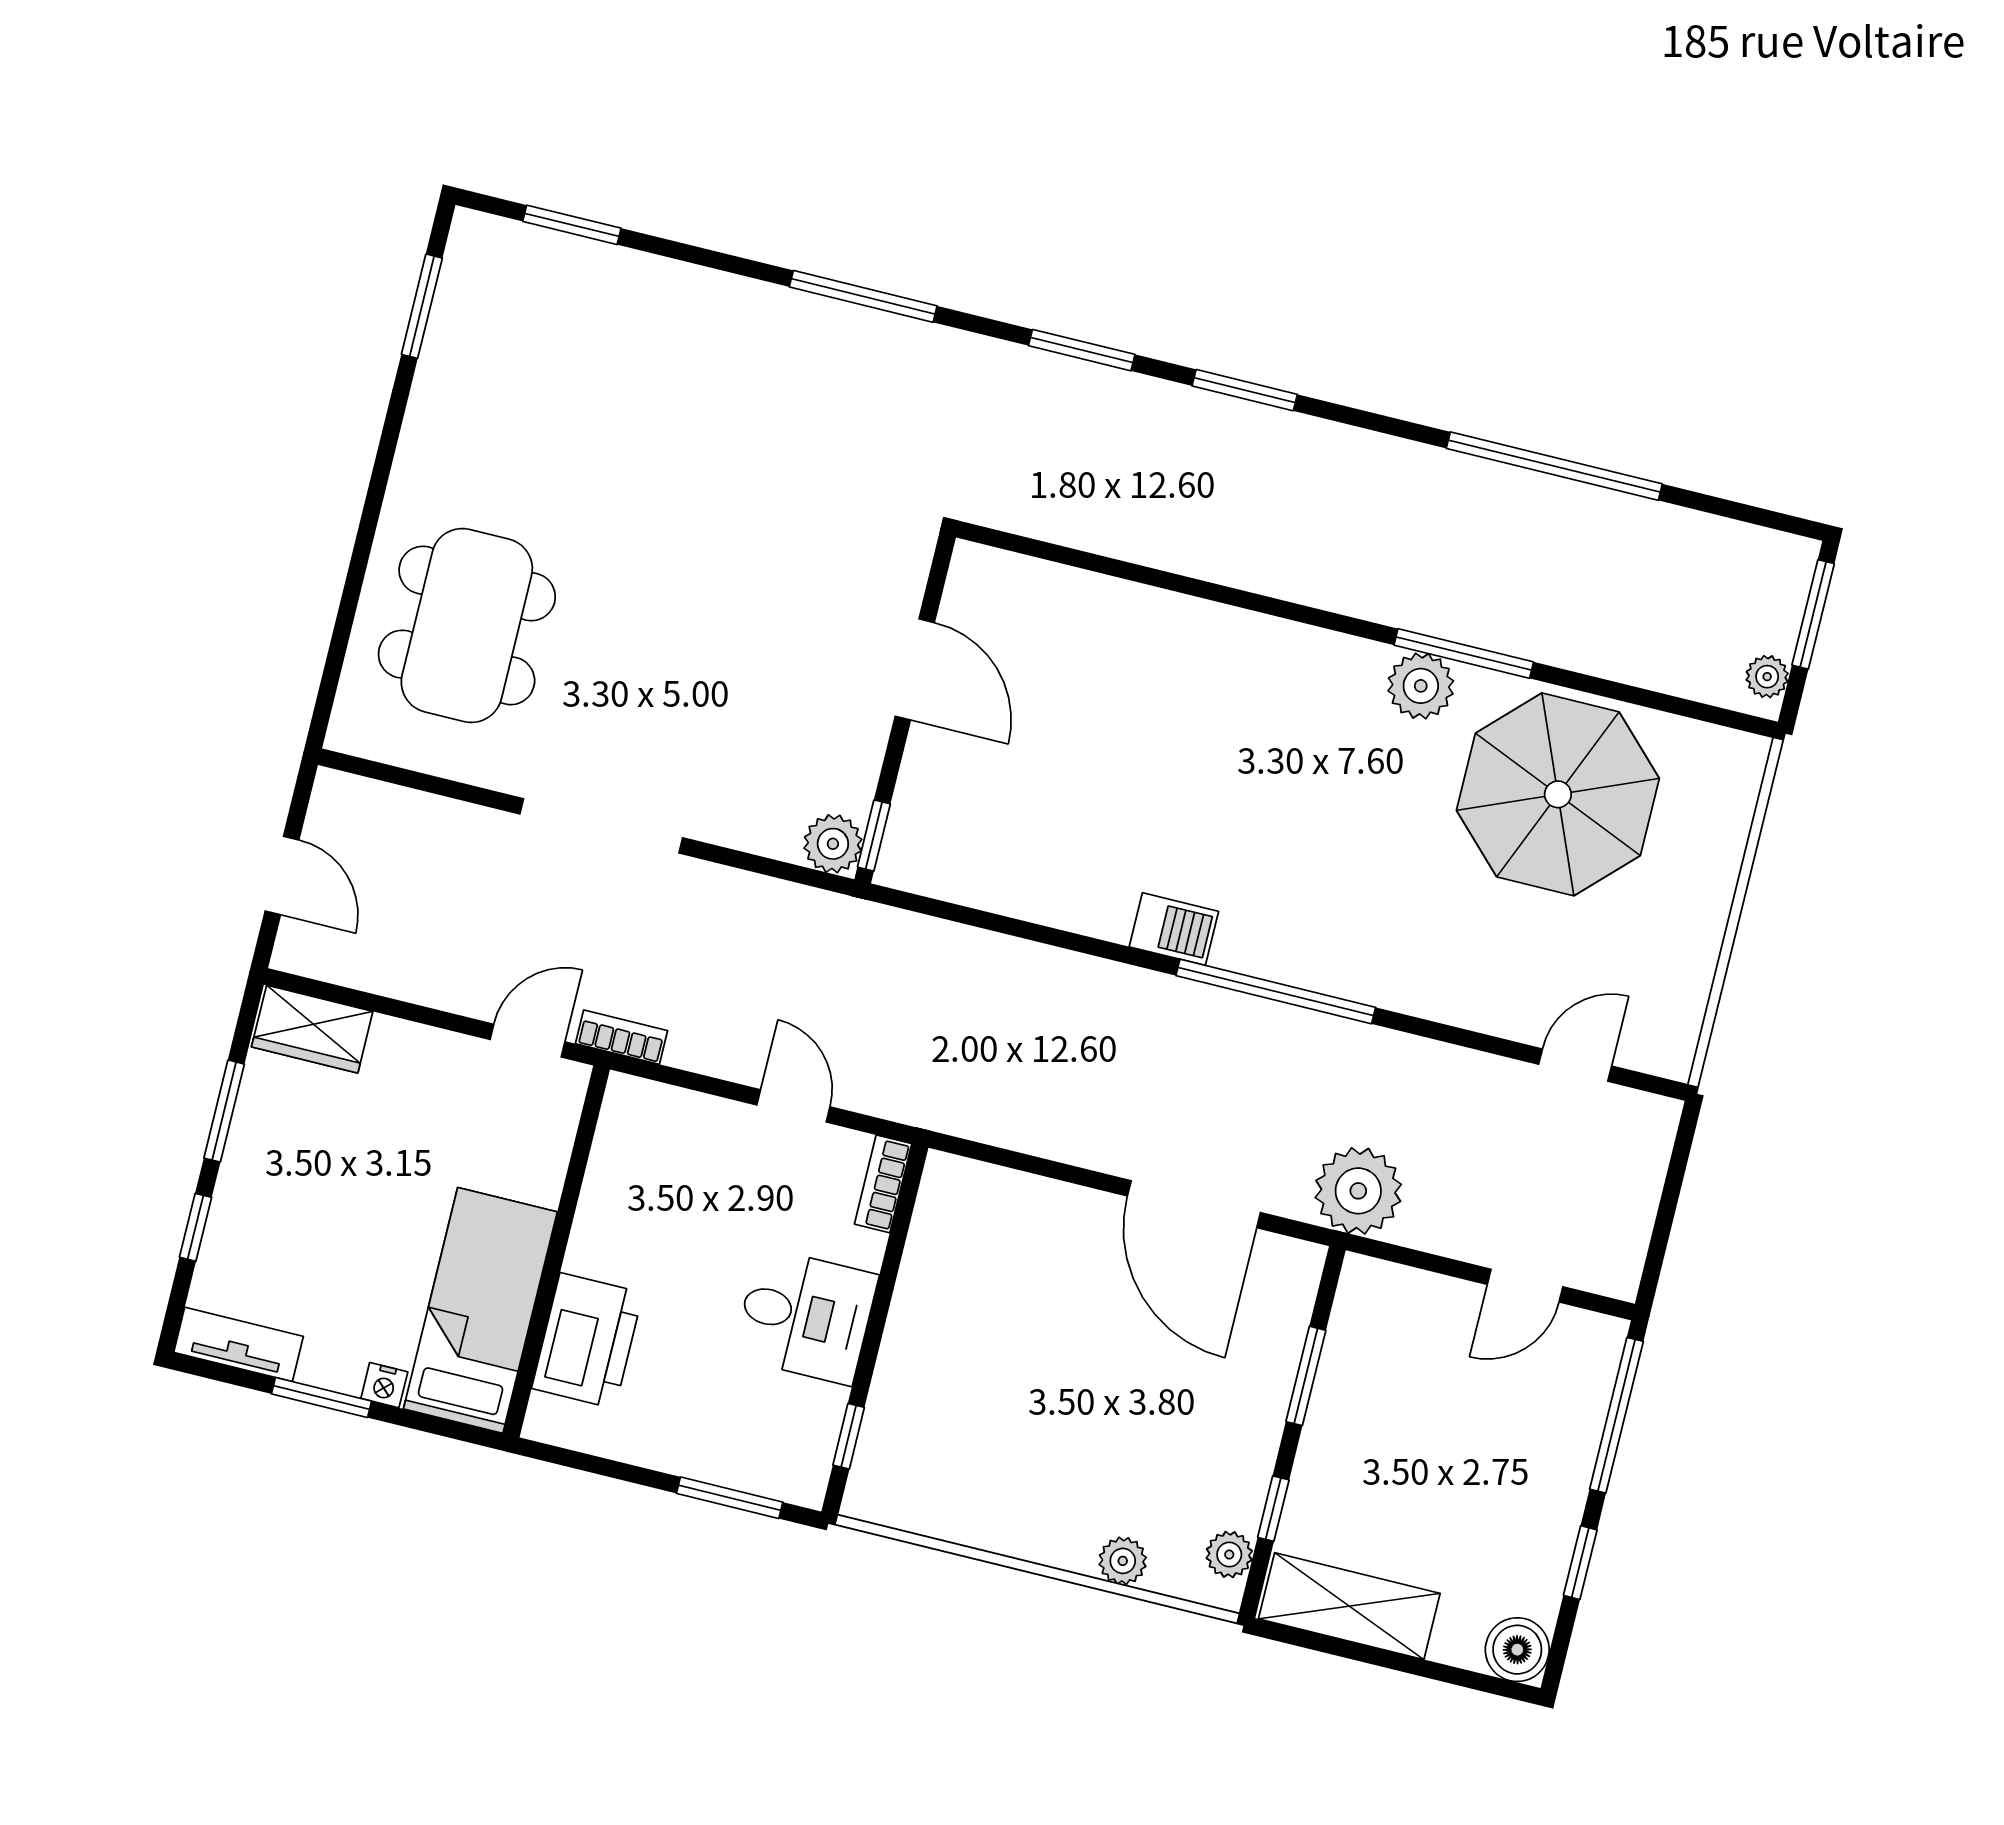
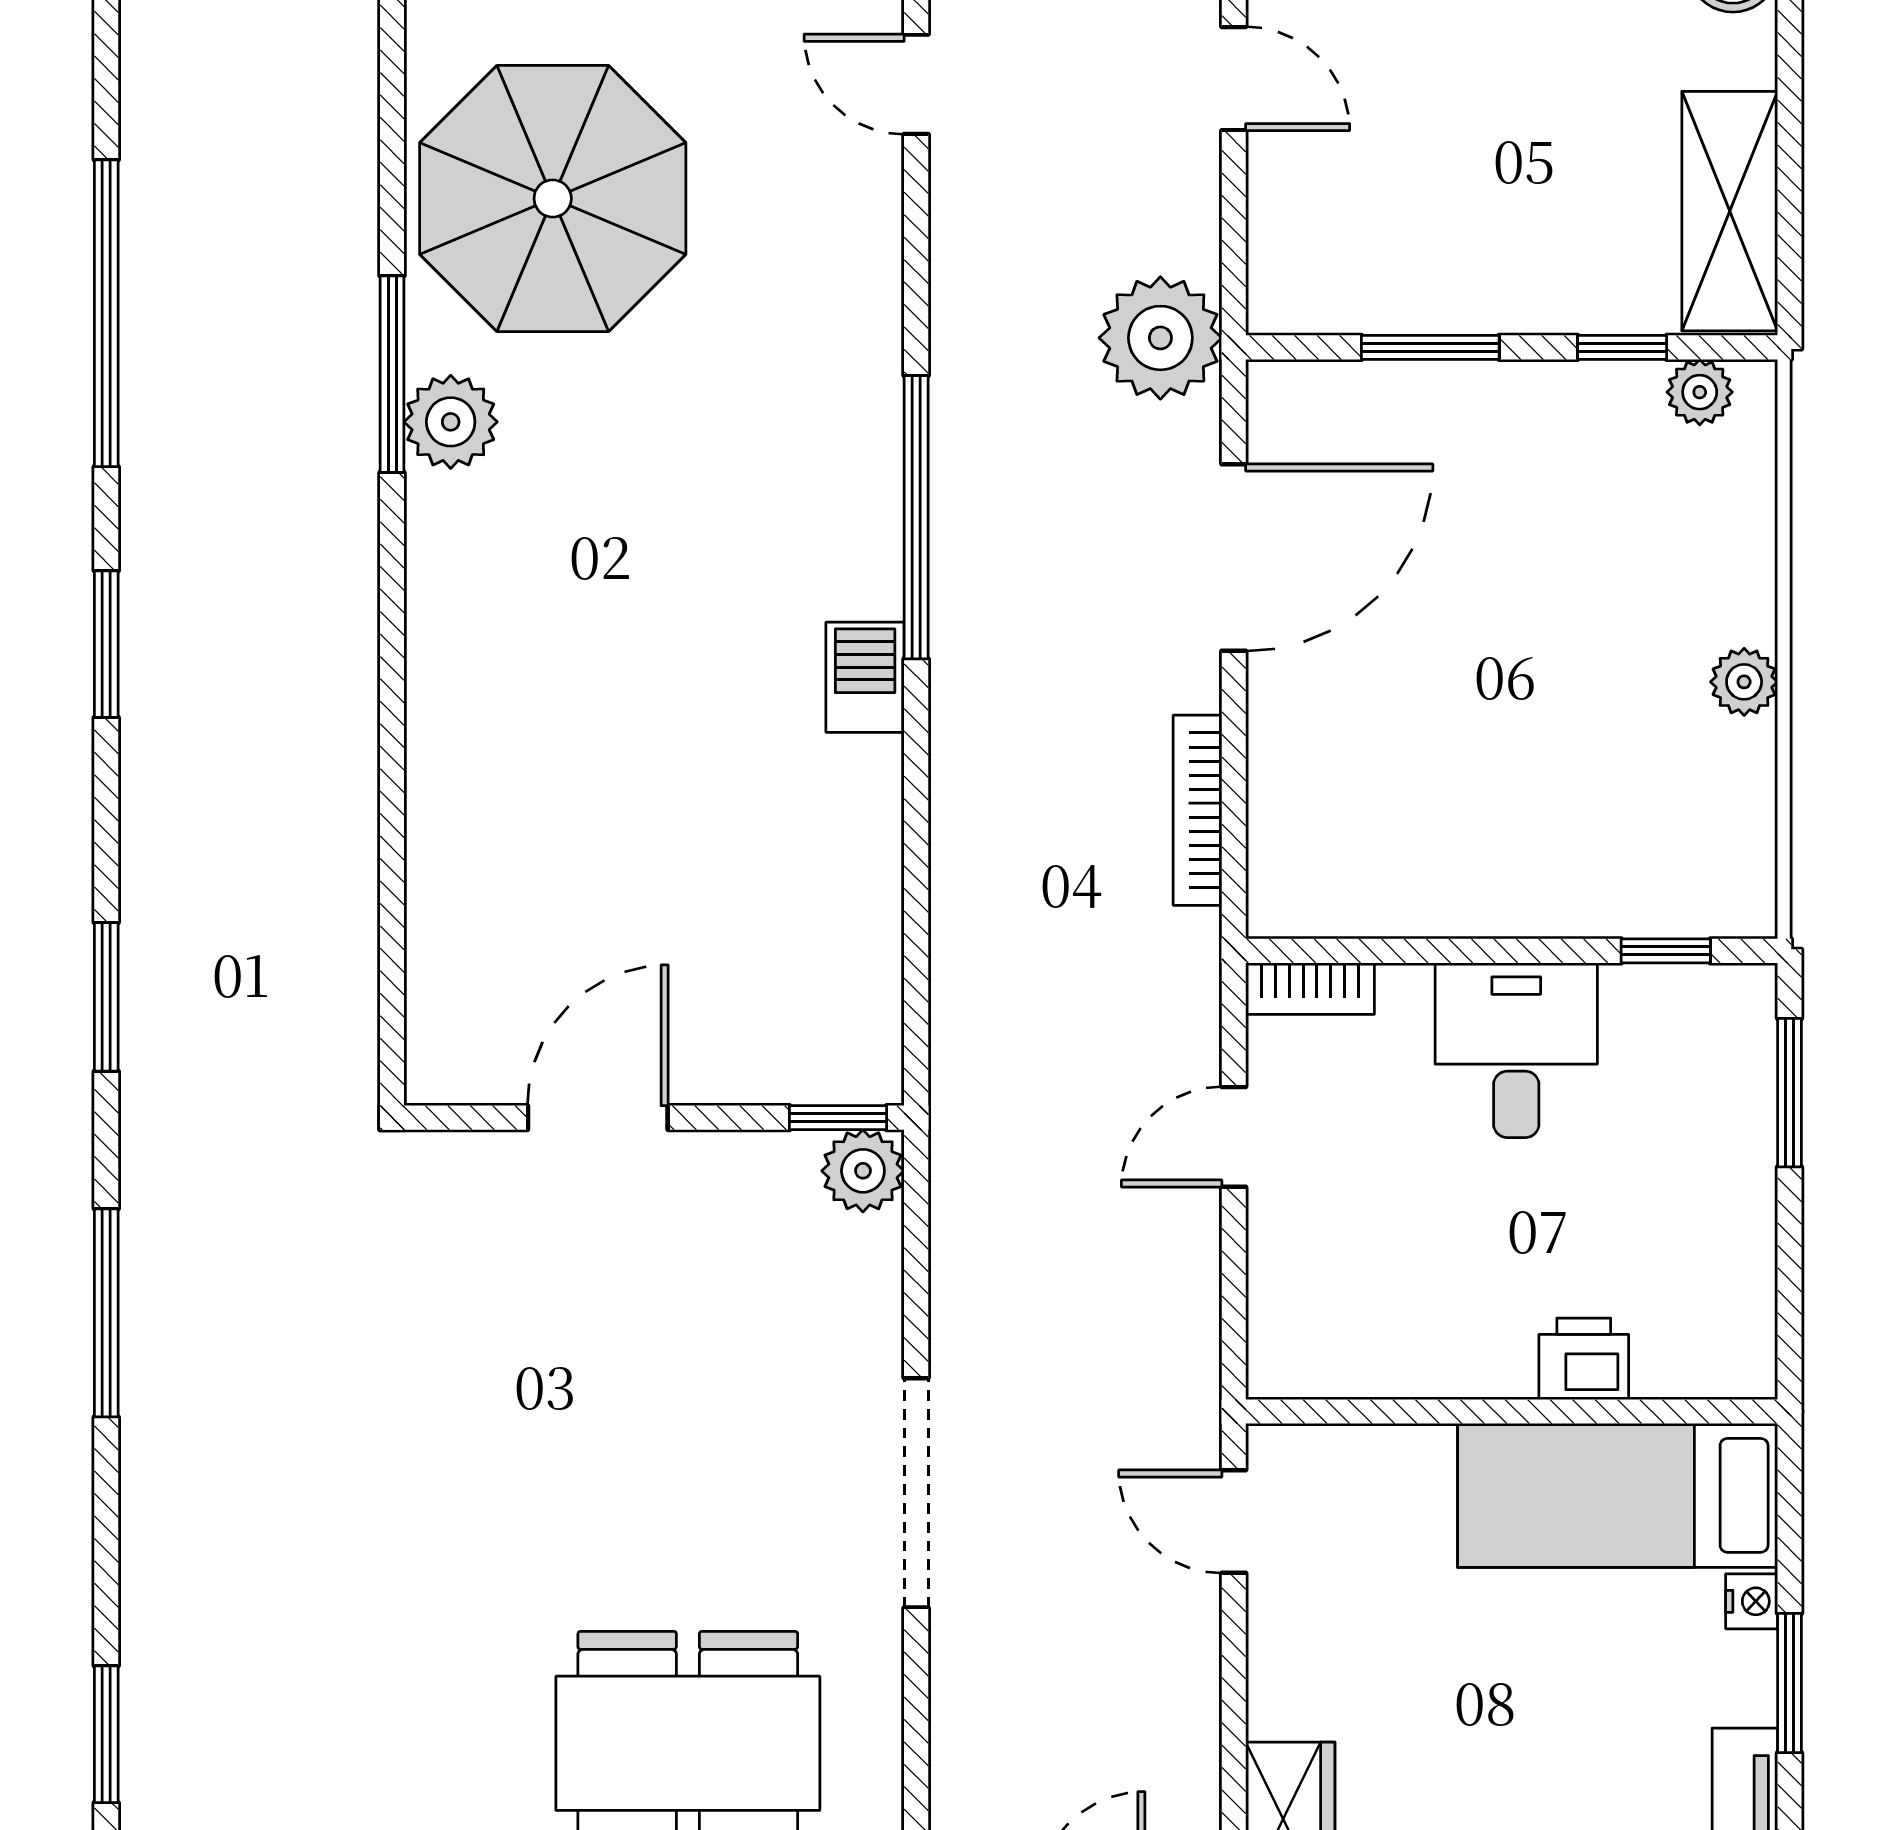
window: (1245, 390) -> (106, 644), moved
bookcase: (622, 1037) -> (1197, 810), moved, width x1.56
printer: (587, 1341) -> (1584, 1359), width x0.53, depth x0.68
plant: (1123, 1561) -> (1744, 682), moved

